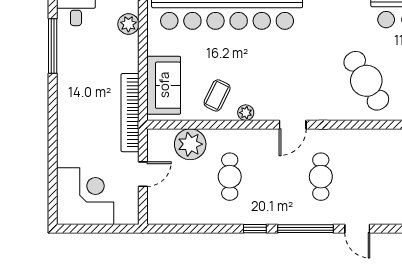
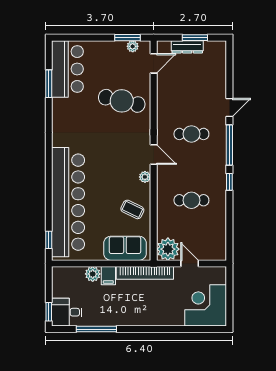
plant: (128, 24) -> (93, 274), moved
filing cabinet: (126, 62) -> (108, 276), added
cafe table: (366, 81) -> (122, 101), turned 44
plant: (246, 113) -> (145, 177), moved
plant: (190, 144) -> (168, 249), moved

